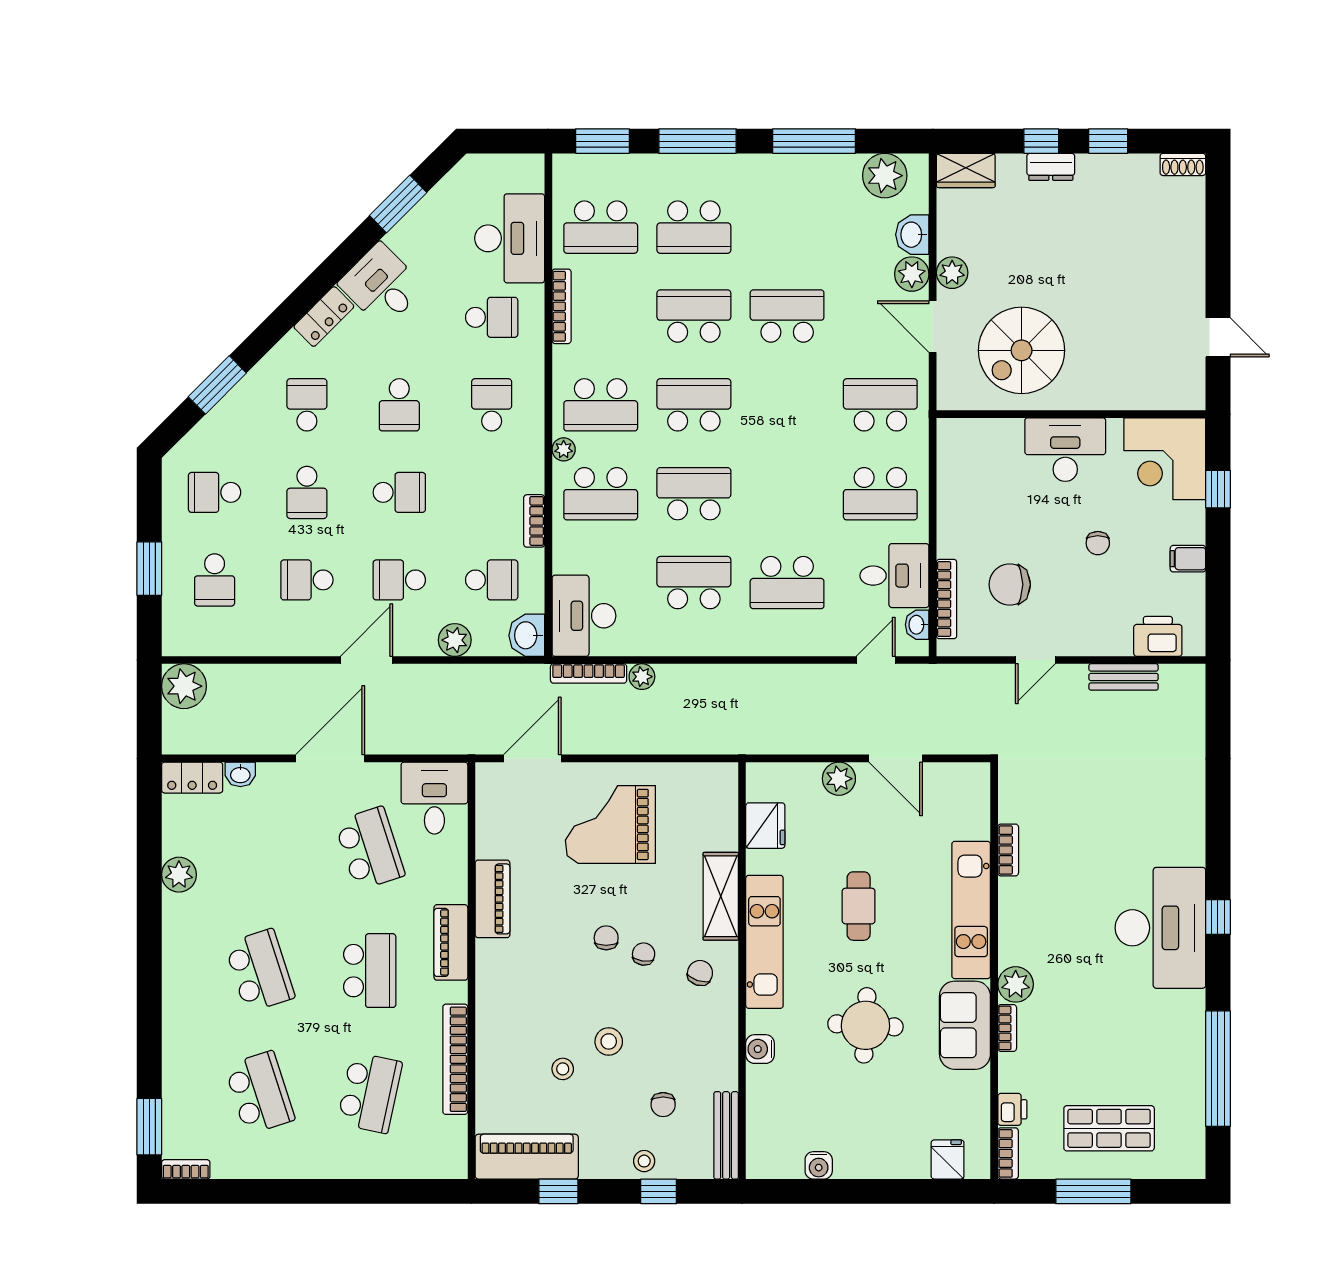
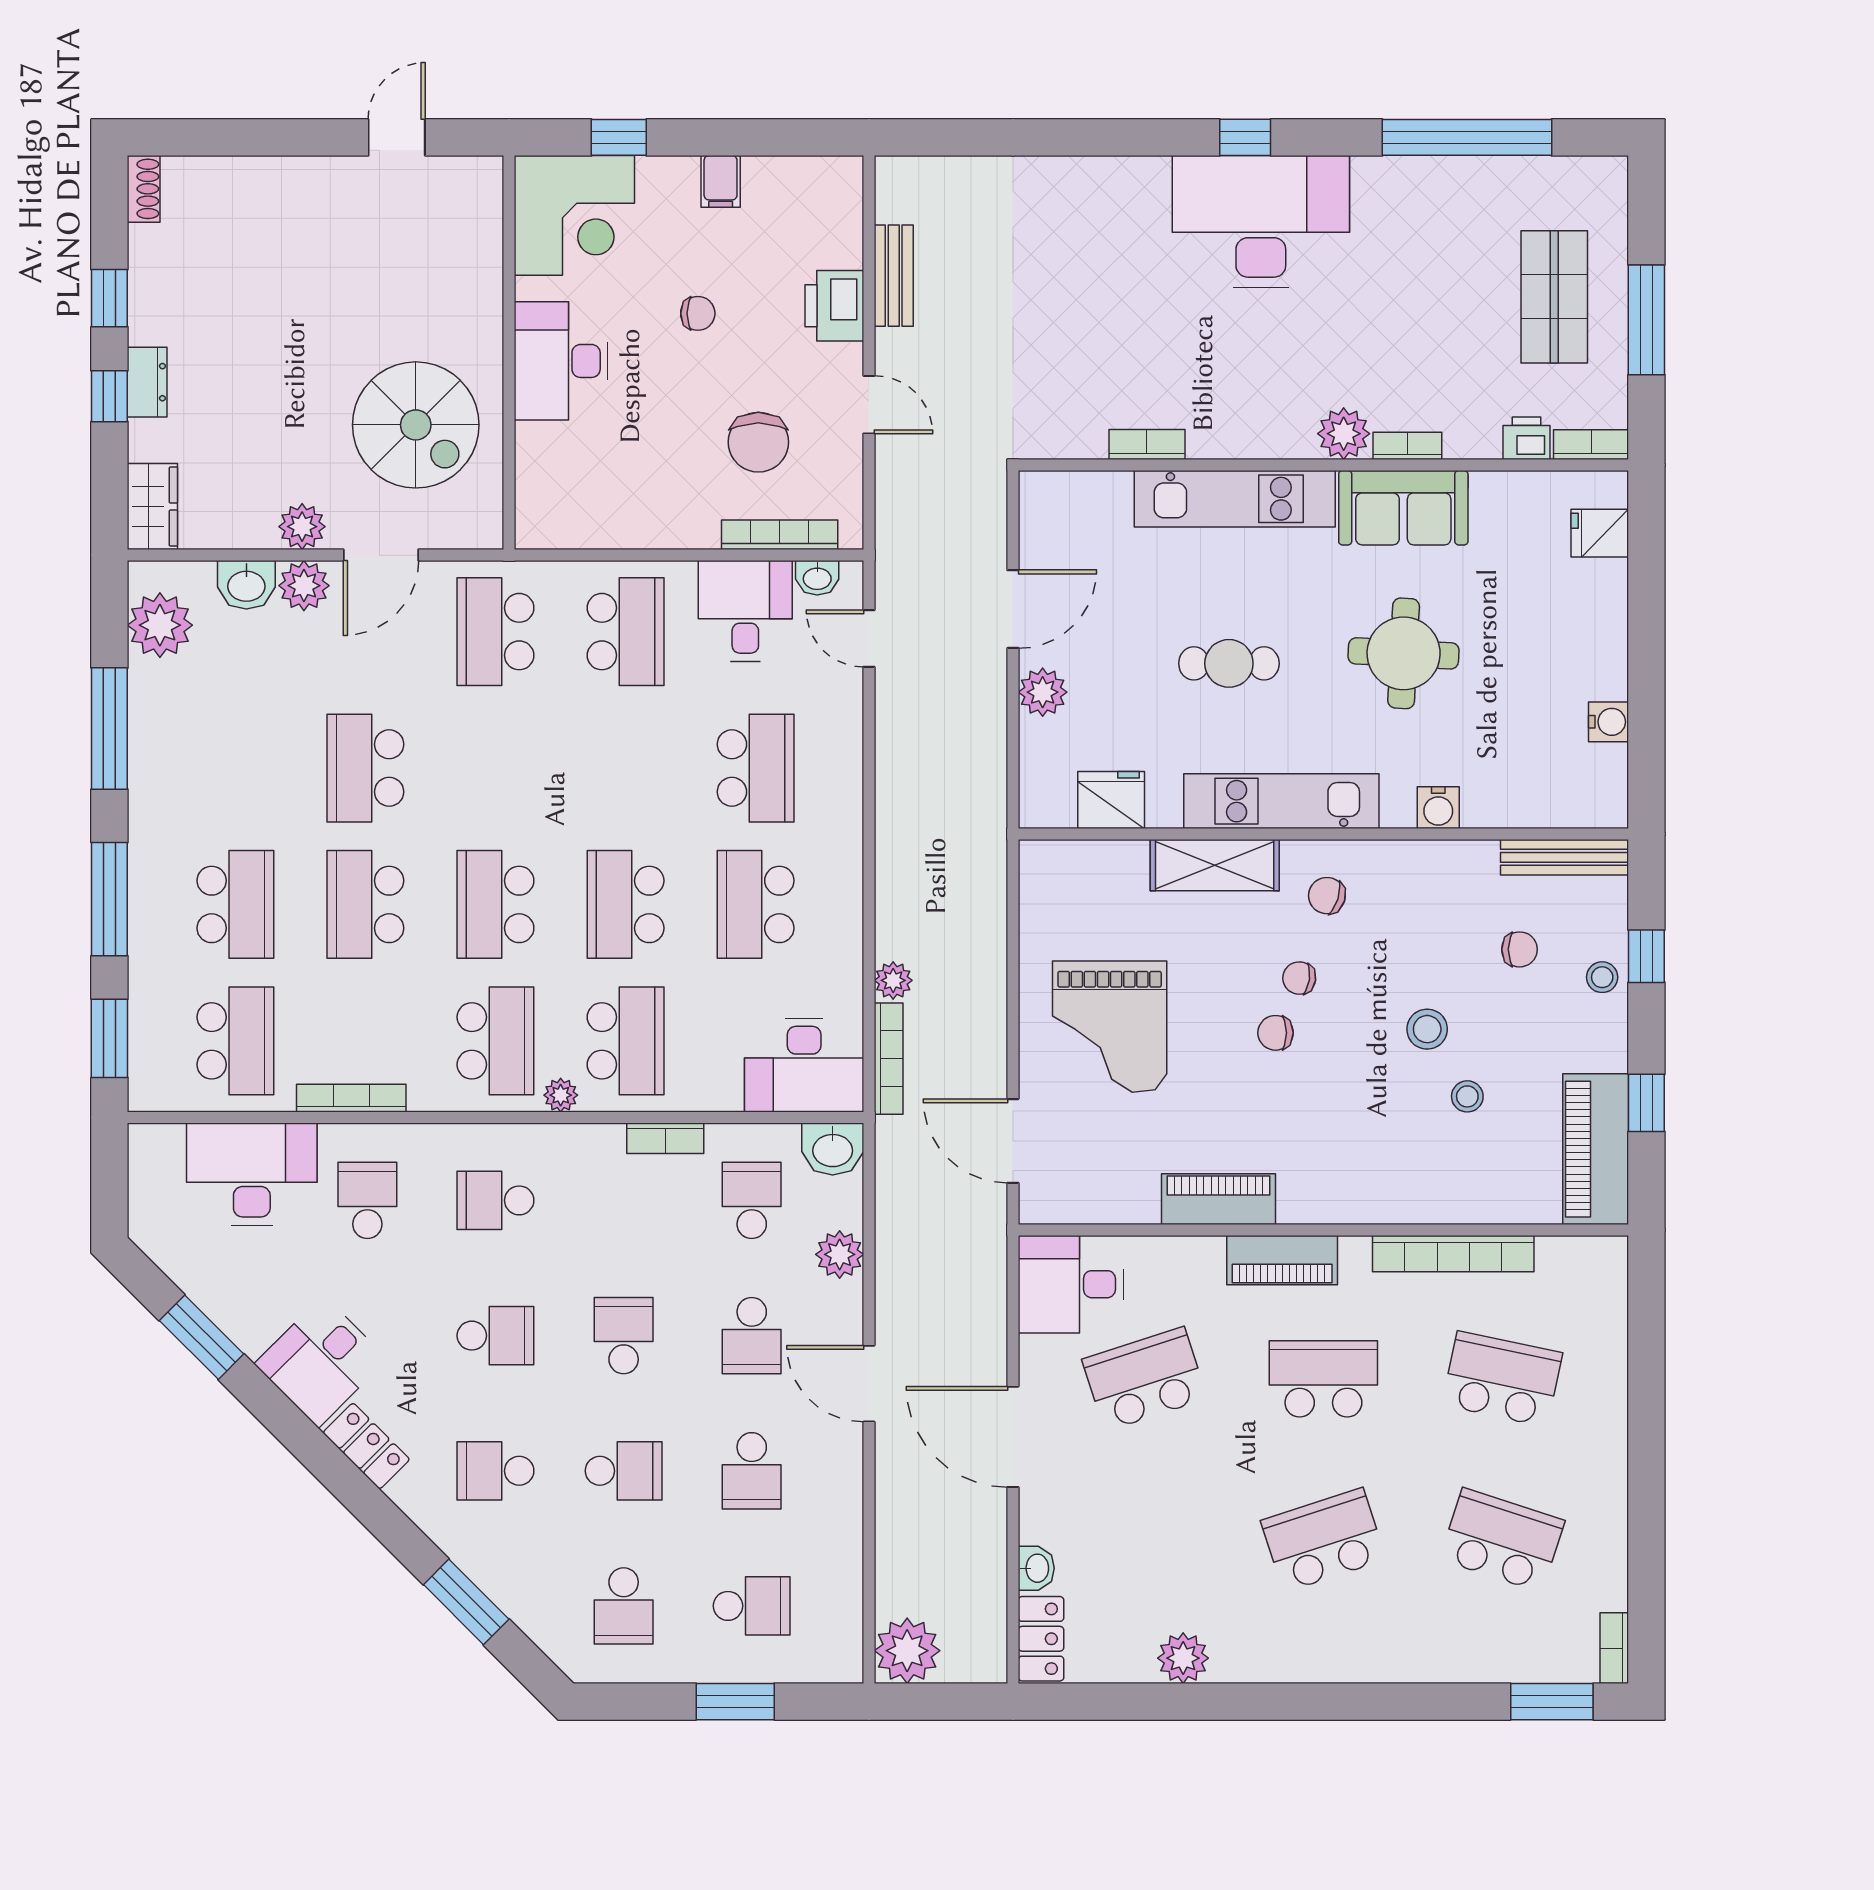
printer: (1158, 636) -> (834, 306), moved
school desk: (260, 1093) -> (1502, 1540), turned 36

